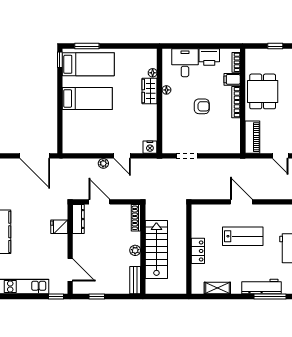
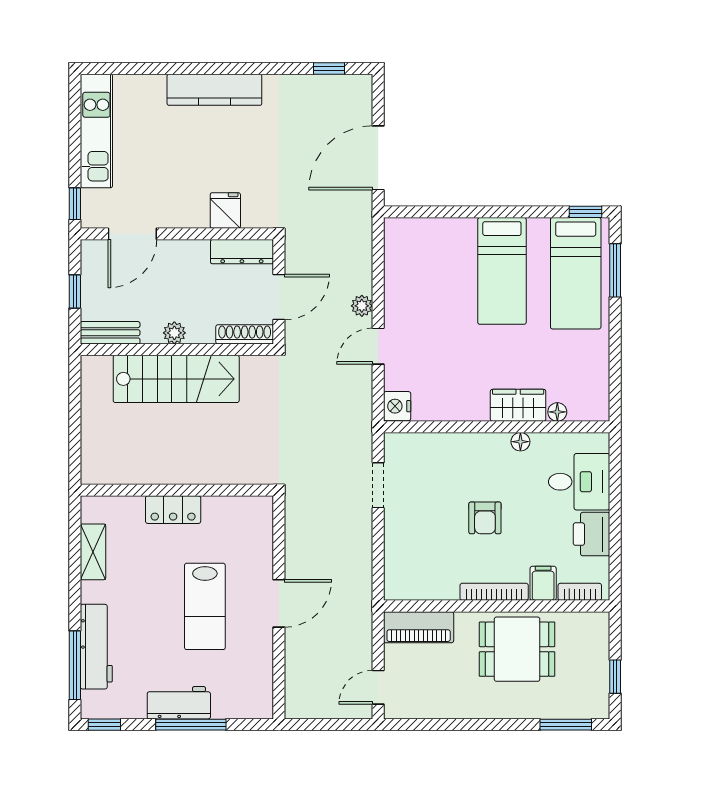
shoe rack: (136, 218) -> (245, 334), moved
wall: (143, 249) -> (177, 350), moved
plant: (135, 250) -> (174, 333), moved
stairs: (156, 250) -> (176, 379), moved
bench: (135, 280) -> (110, 333), moved

